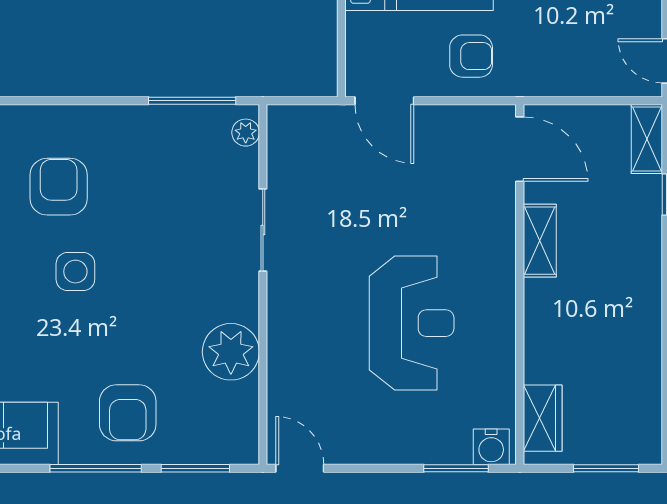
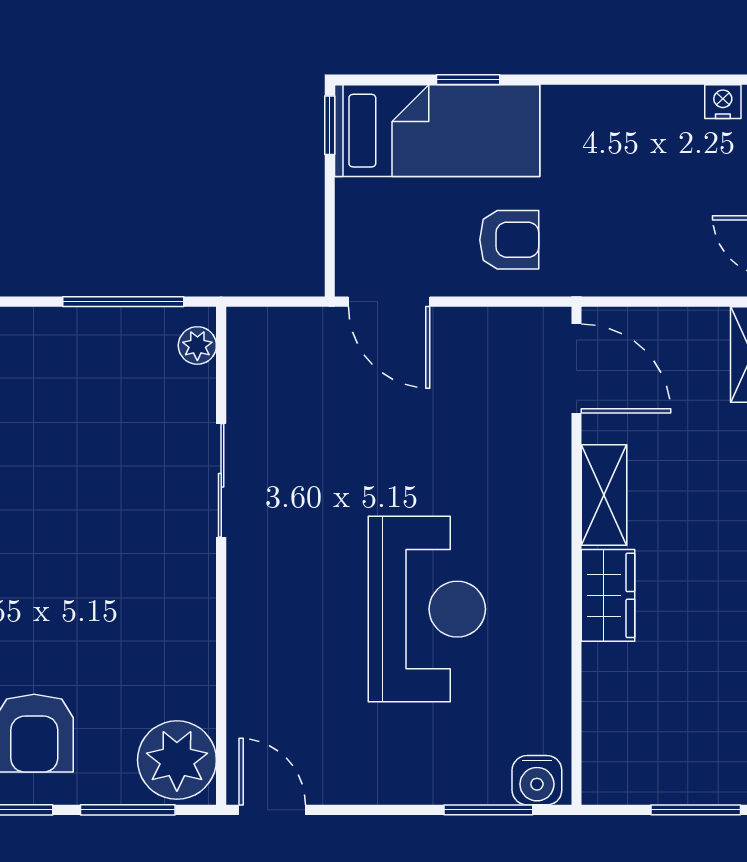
plant: (231, 352) -> (177, 760), moved
wardrobe: (543, 418) -> (608, 595), moved

